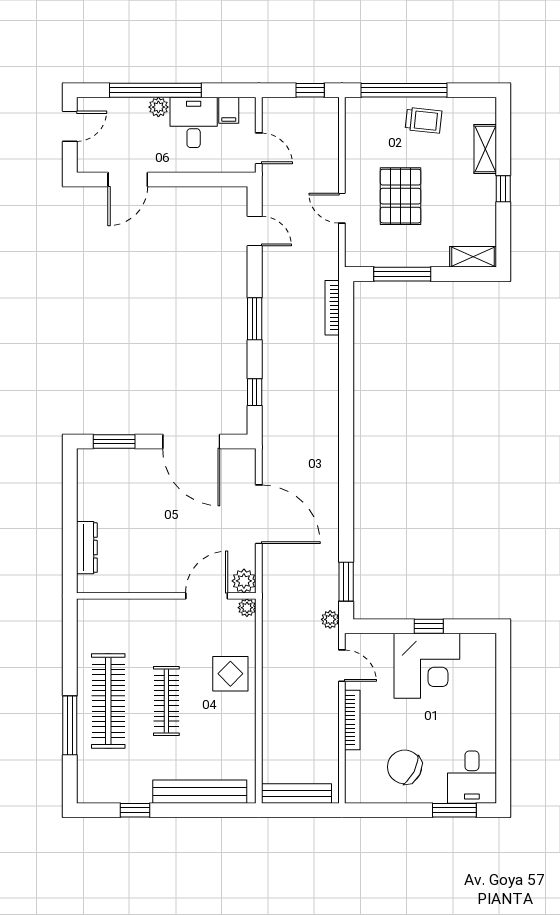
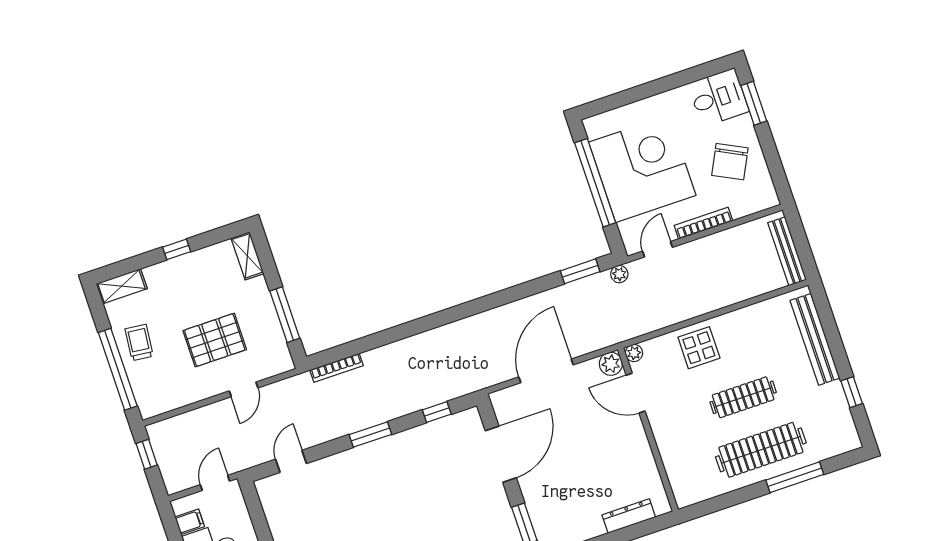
shelving: (485, 149) -> (122, 286), moved
window: (429, 626) -> (595, 183), width x3.17
corner desk: (427, 666) -> (642, 169), width x1.36, depth x1.36

